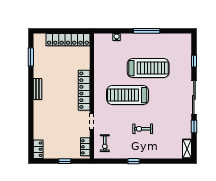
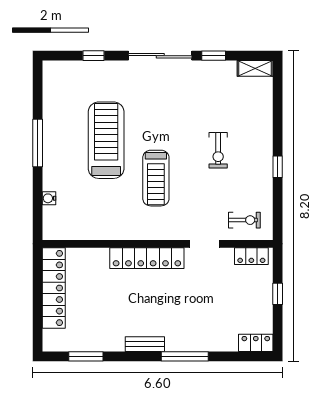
treadmill: (128, 95) -> (156, 178), width x0.73, depth x0.73
window: (31, 111) -> (185, 356), added

